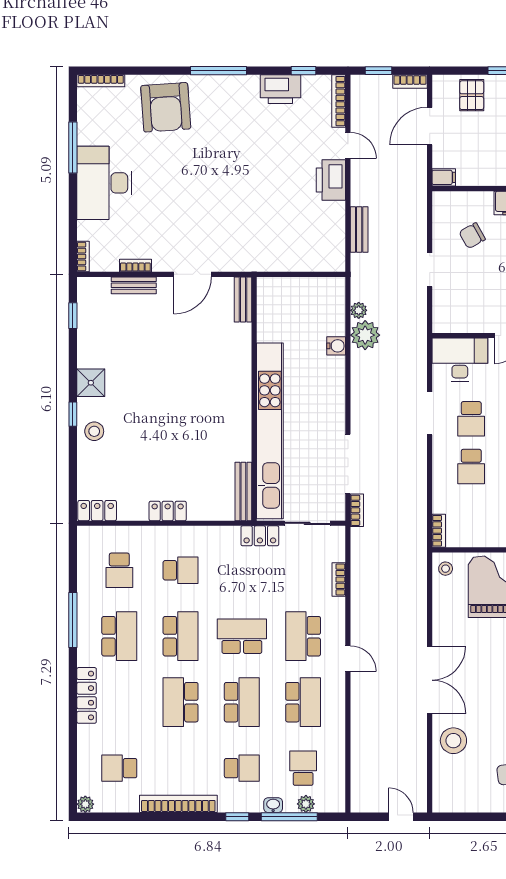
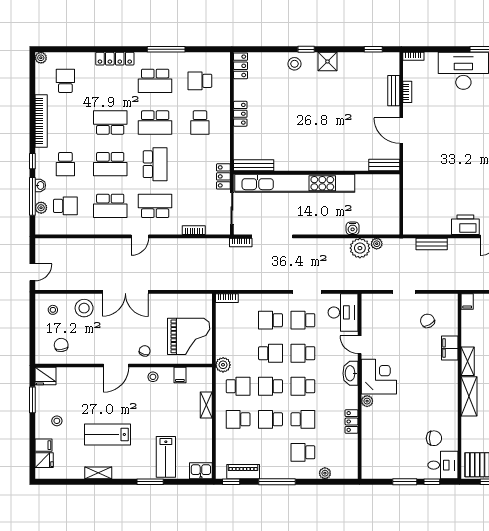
stool: (446, 569) -> (53, 310), moved

